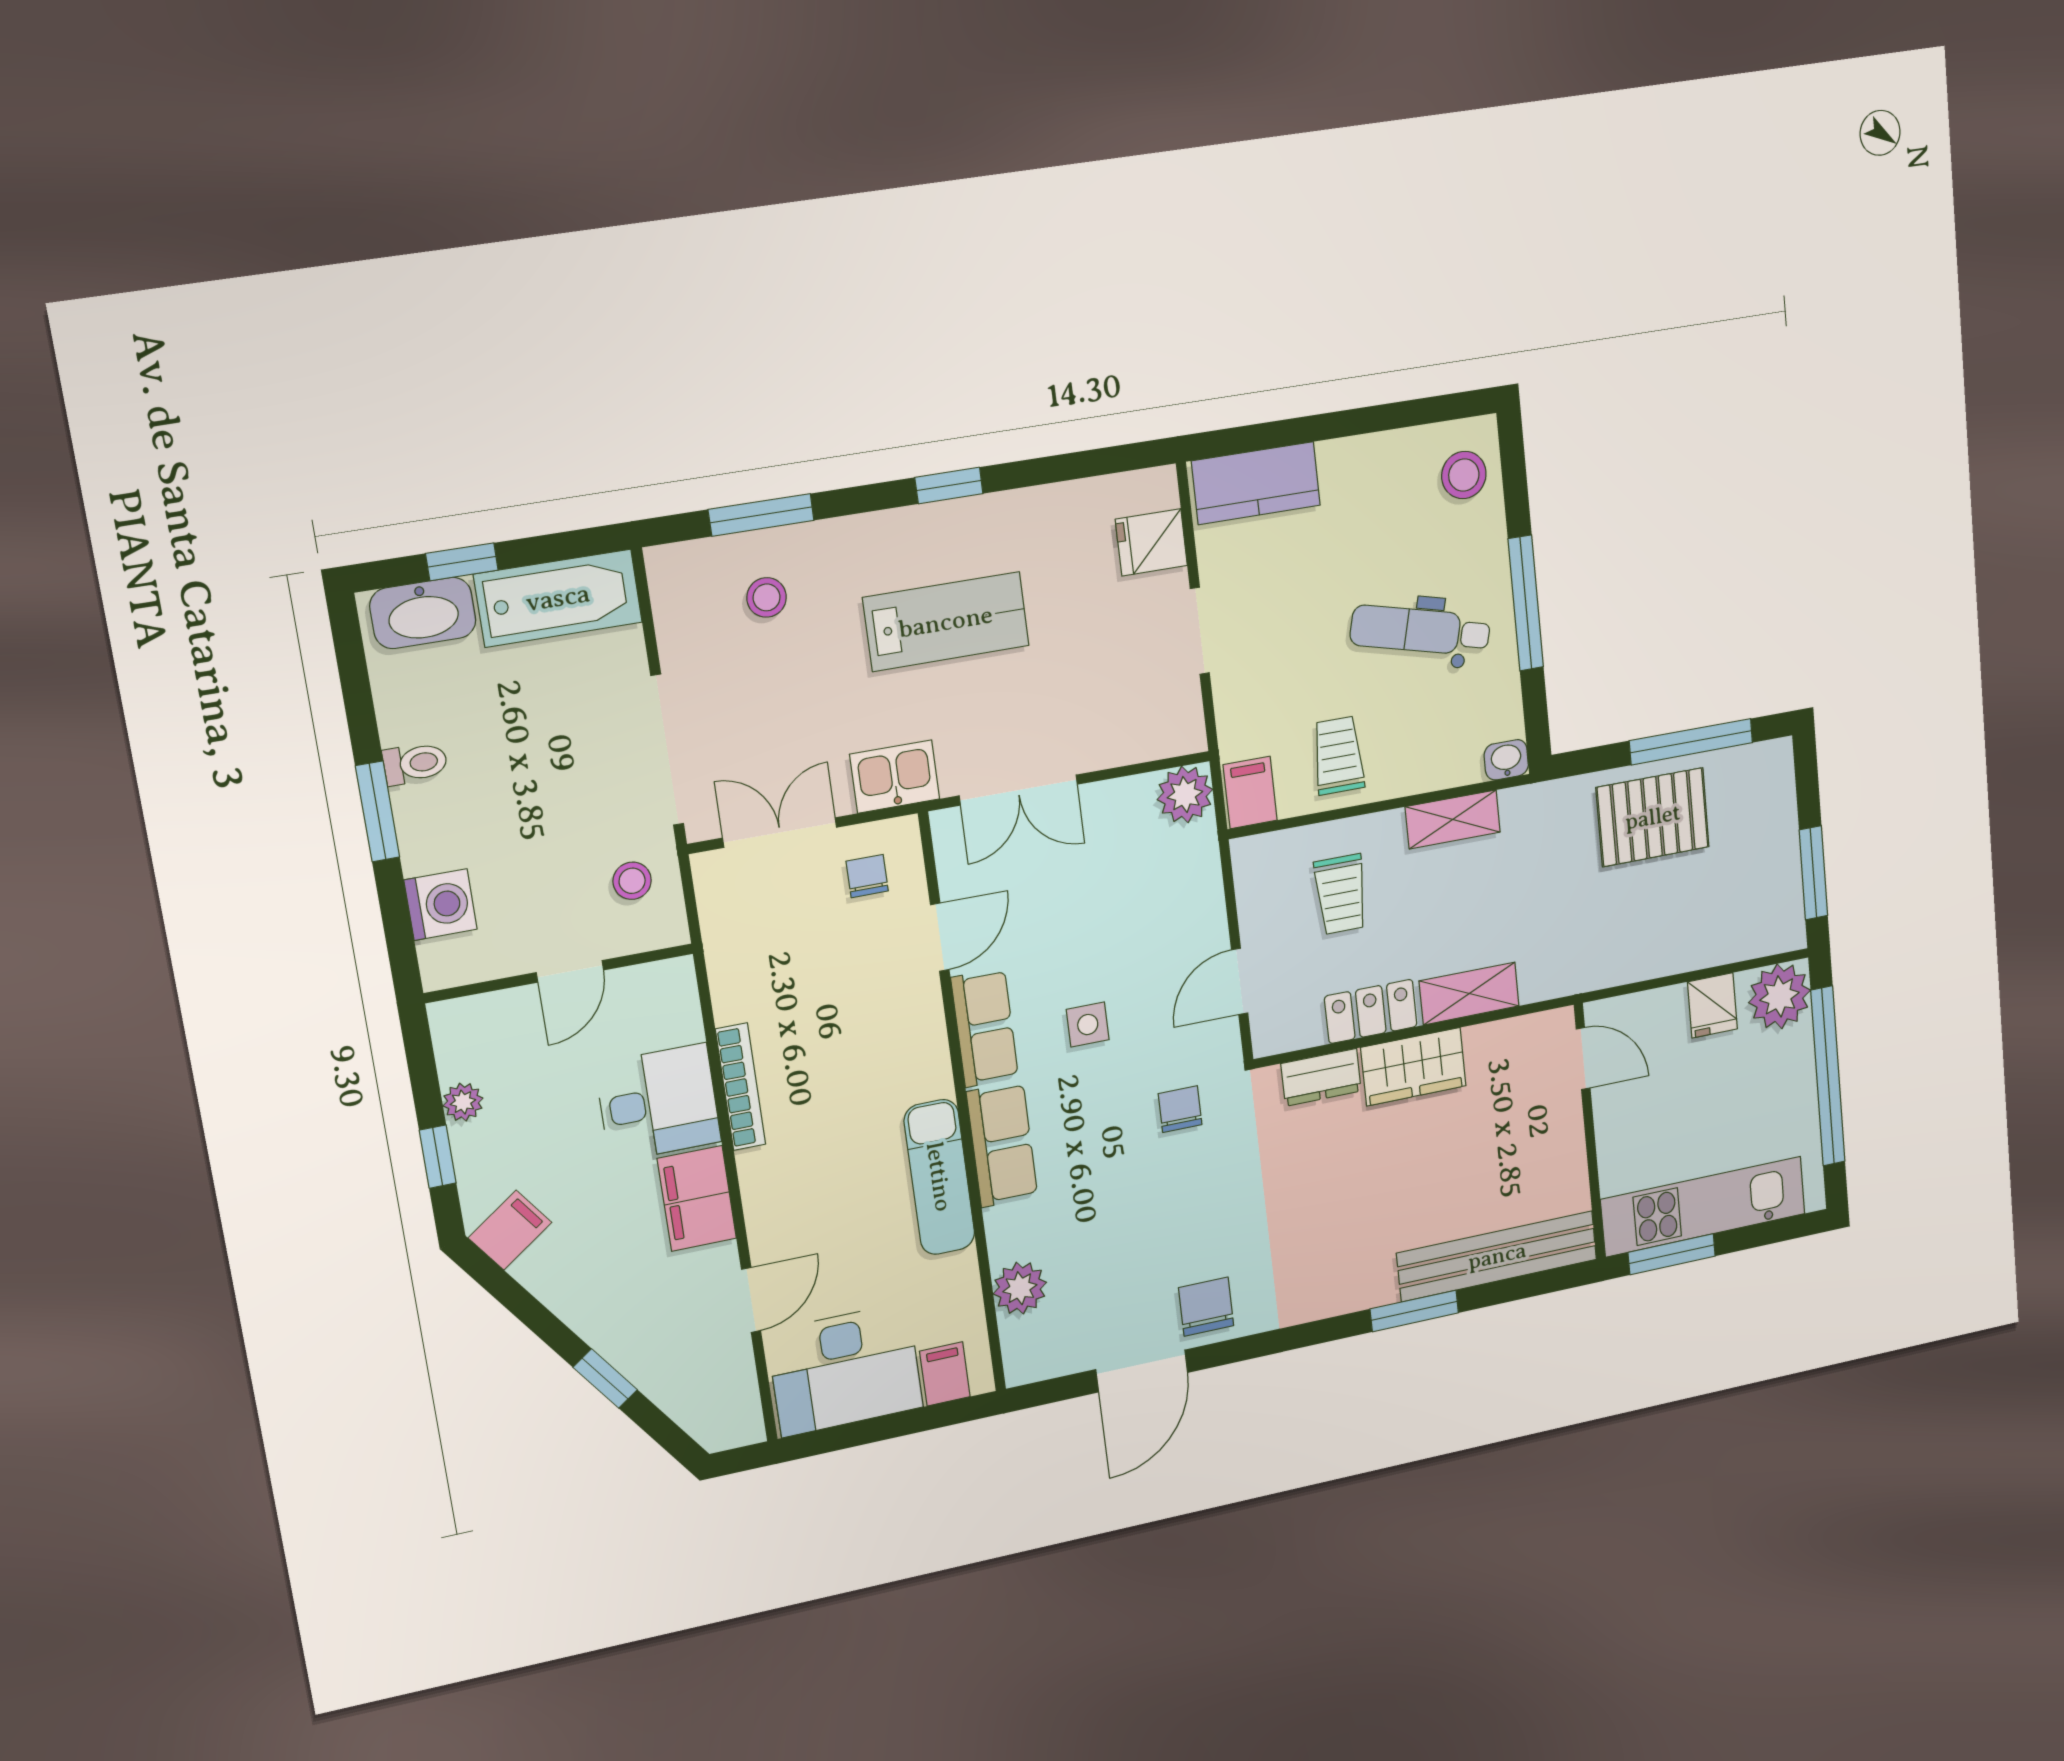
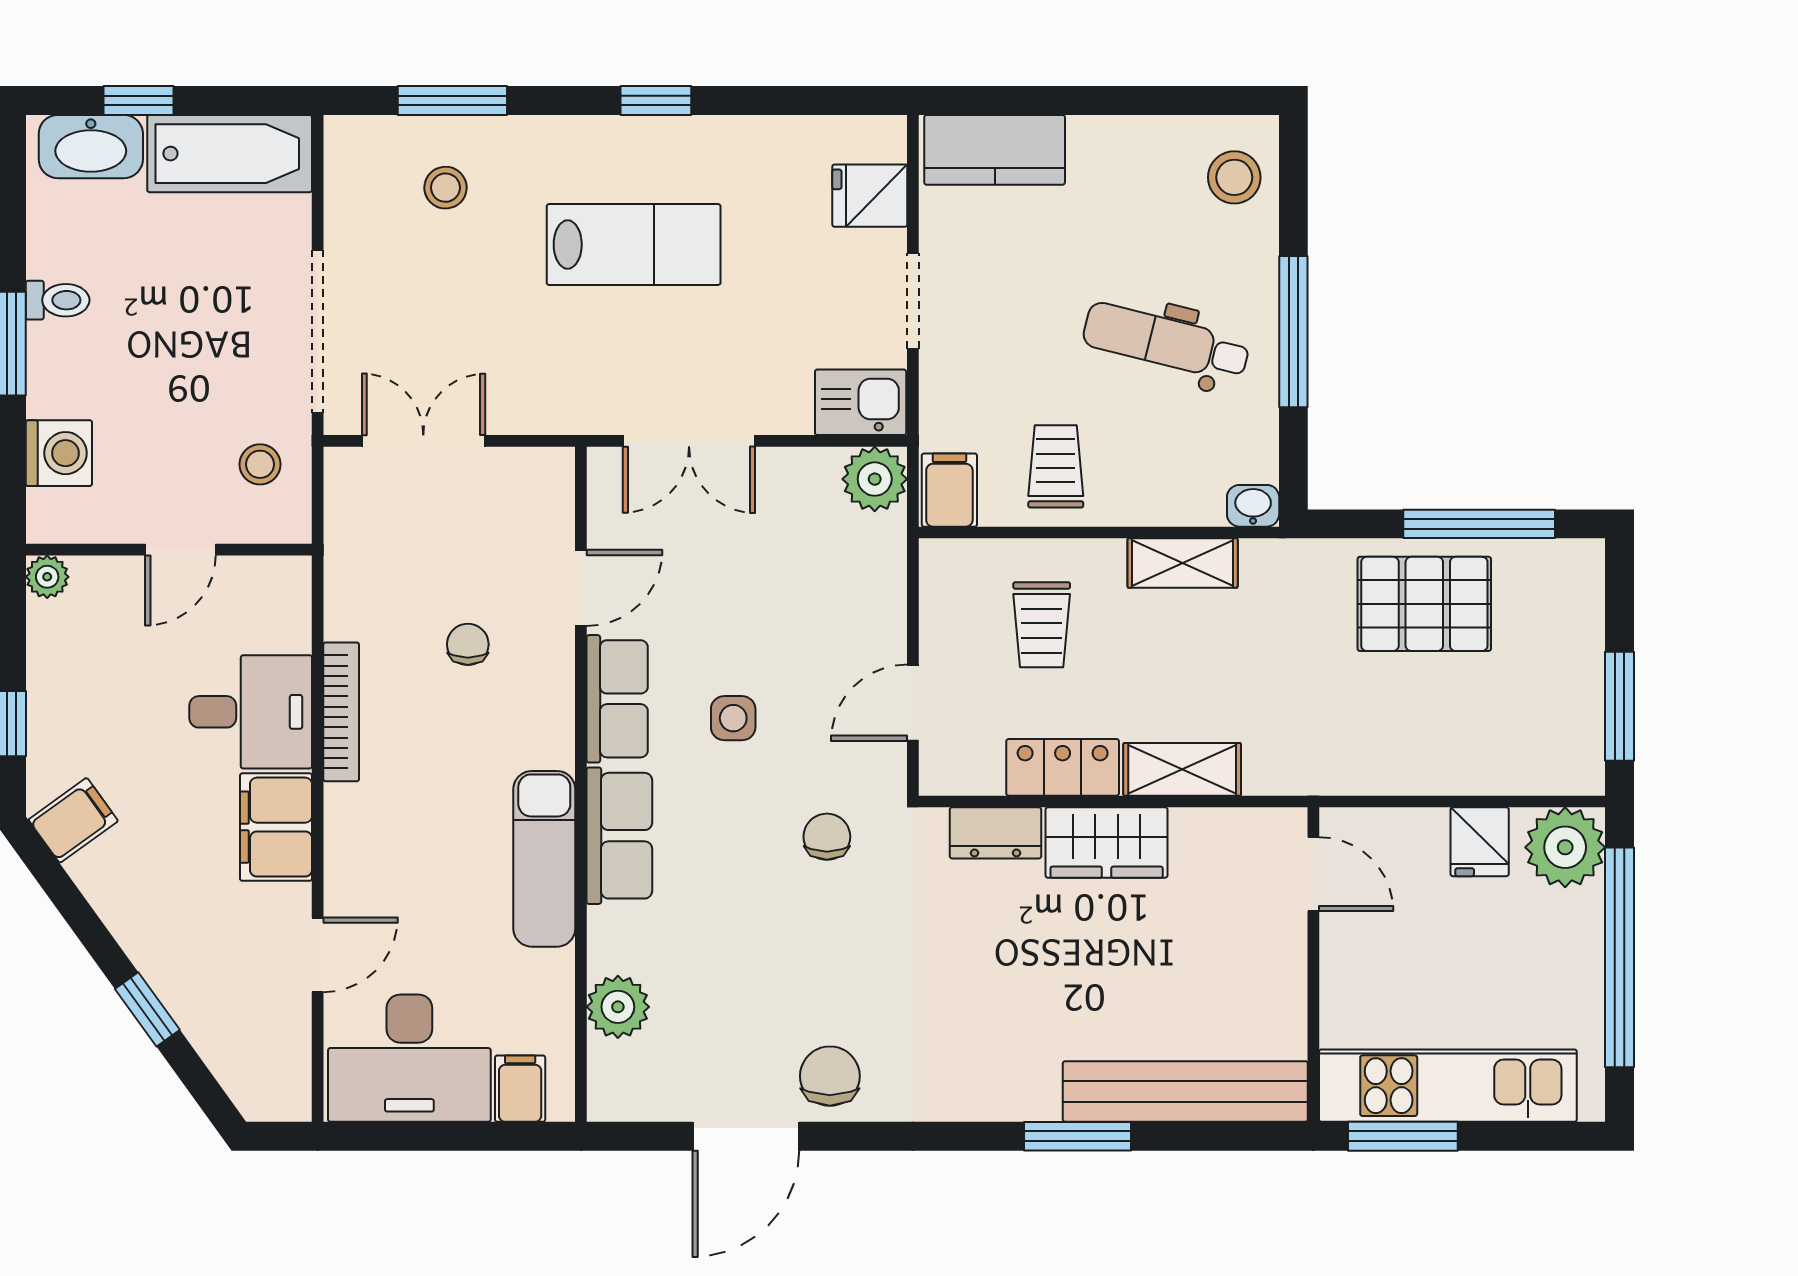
kitchen sink: (895, 777) -> (861, 402), moved
chair: (867, 876) -> (468, 644), moved
plant: (463, 1102) -> (47, 577), moved

